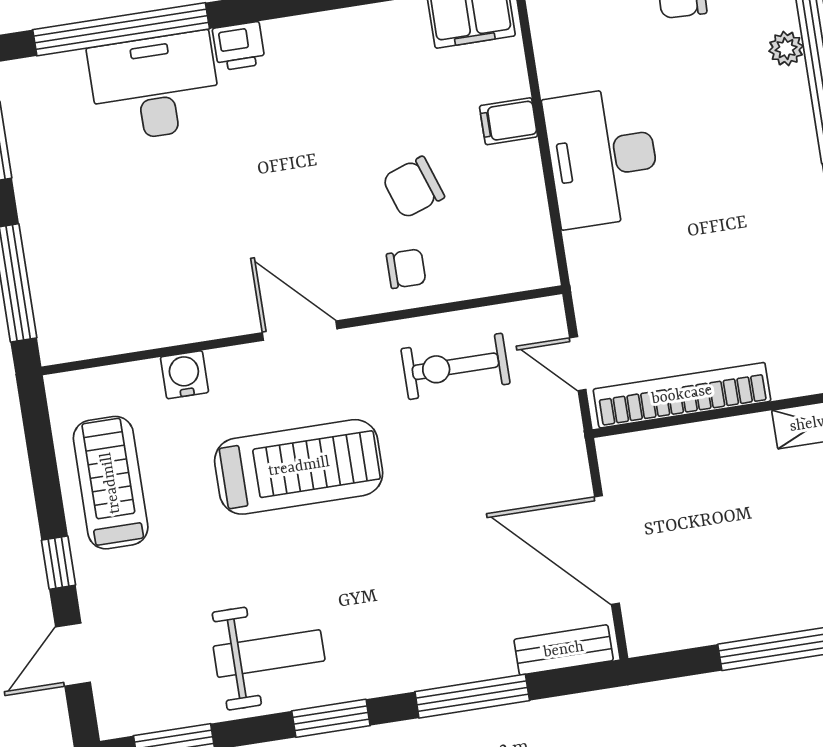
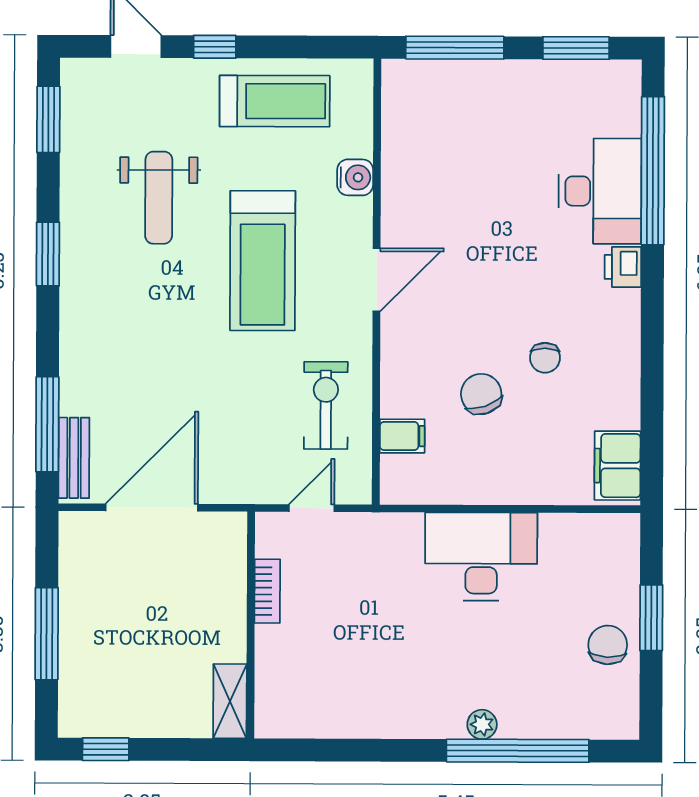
plant: (786, 49) -> (482, 724), moved
filing cabinet: (509, 121) -> (402, 436), moved, turned 90
chair: (406, 269) -> (545, 358), moved
bookcase: (682, 395) -> (267, 591), width x0.43, depth x0.76
weight bench: (269, 654) -> (159, 198), moved
window: (472, 696) -> (47, 424), moved

